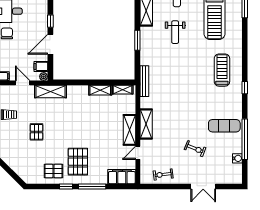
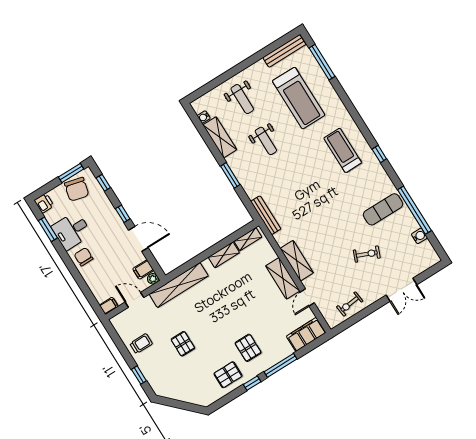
door: (50, 44) -> (138, 239), swing flipped
shelving: (51, 91) -> (179, 285), width x1.47
pallet: (78, 162) -> (248, 348), width x0.67, depth x0.71

